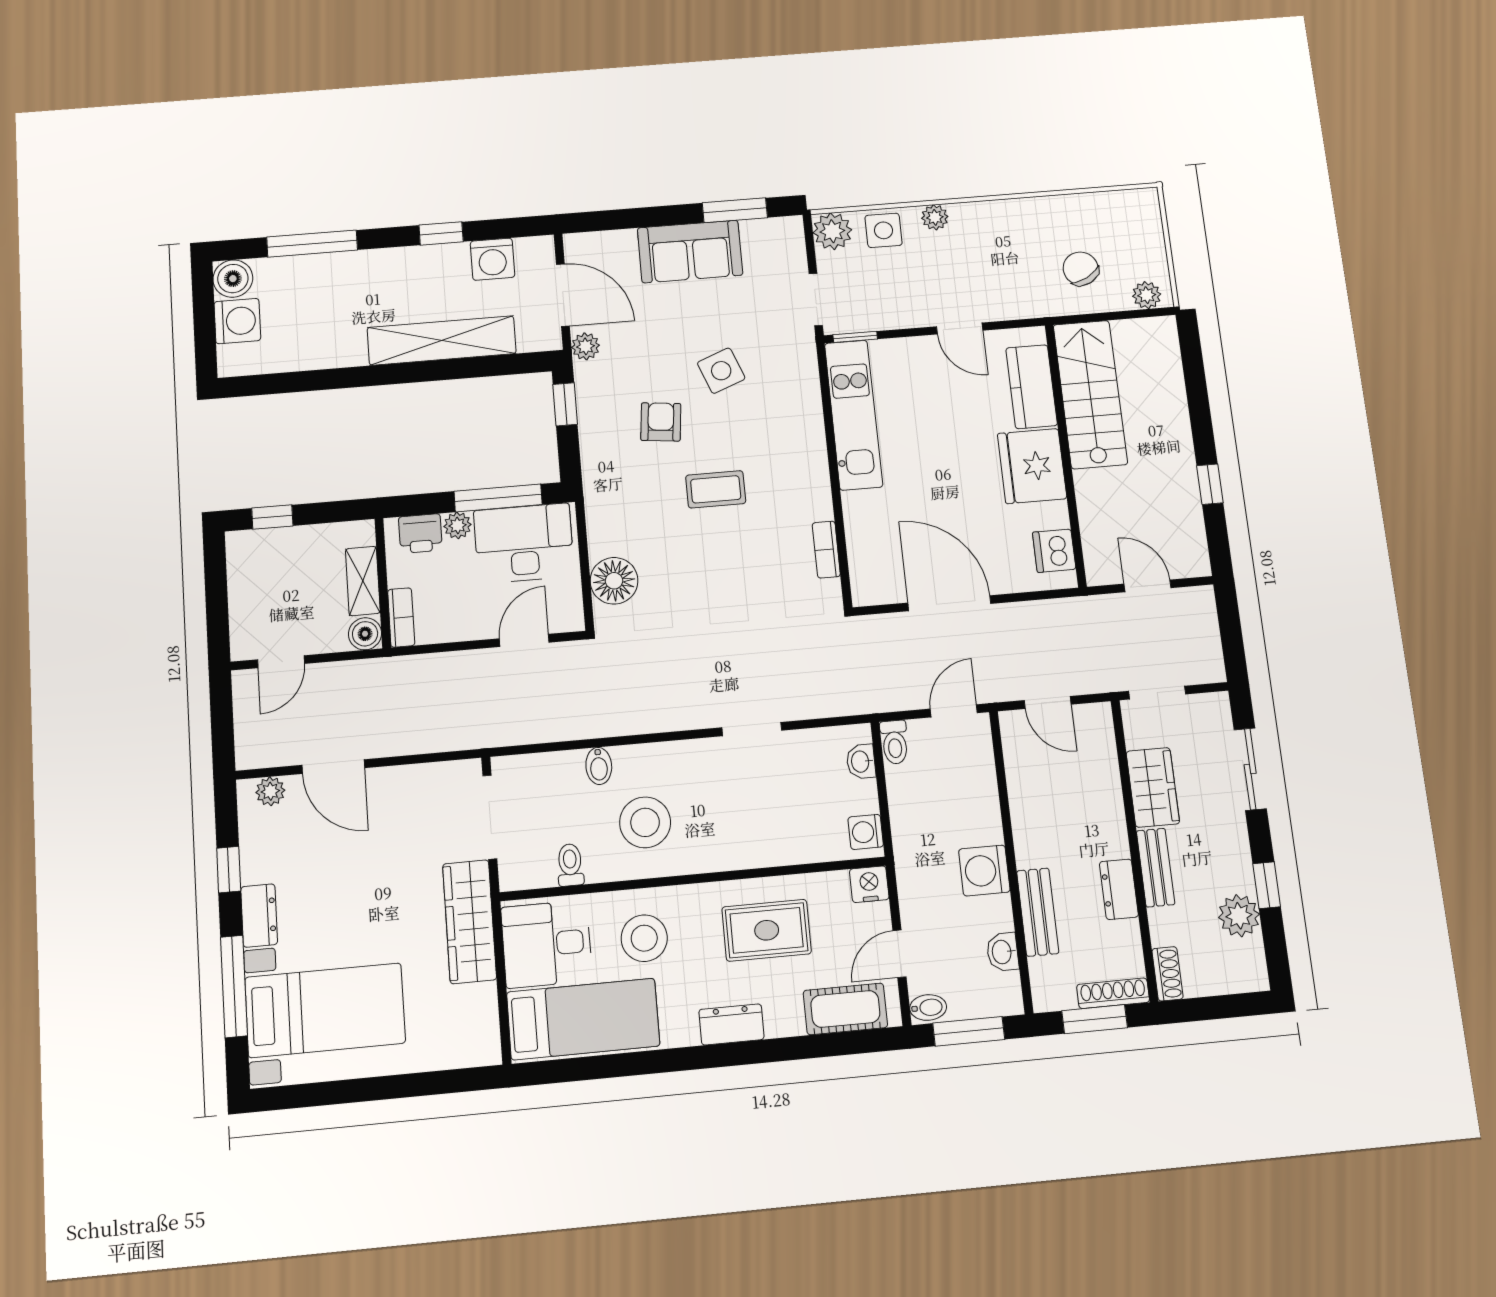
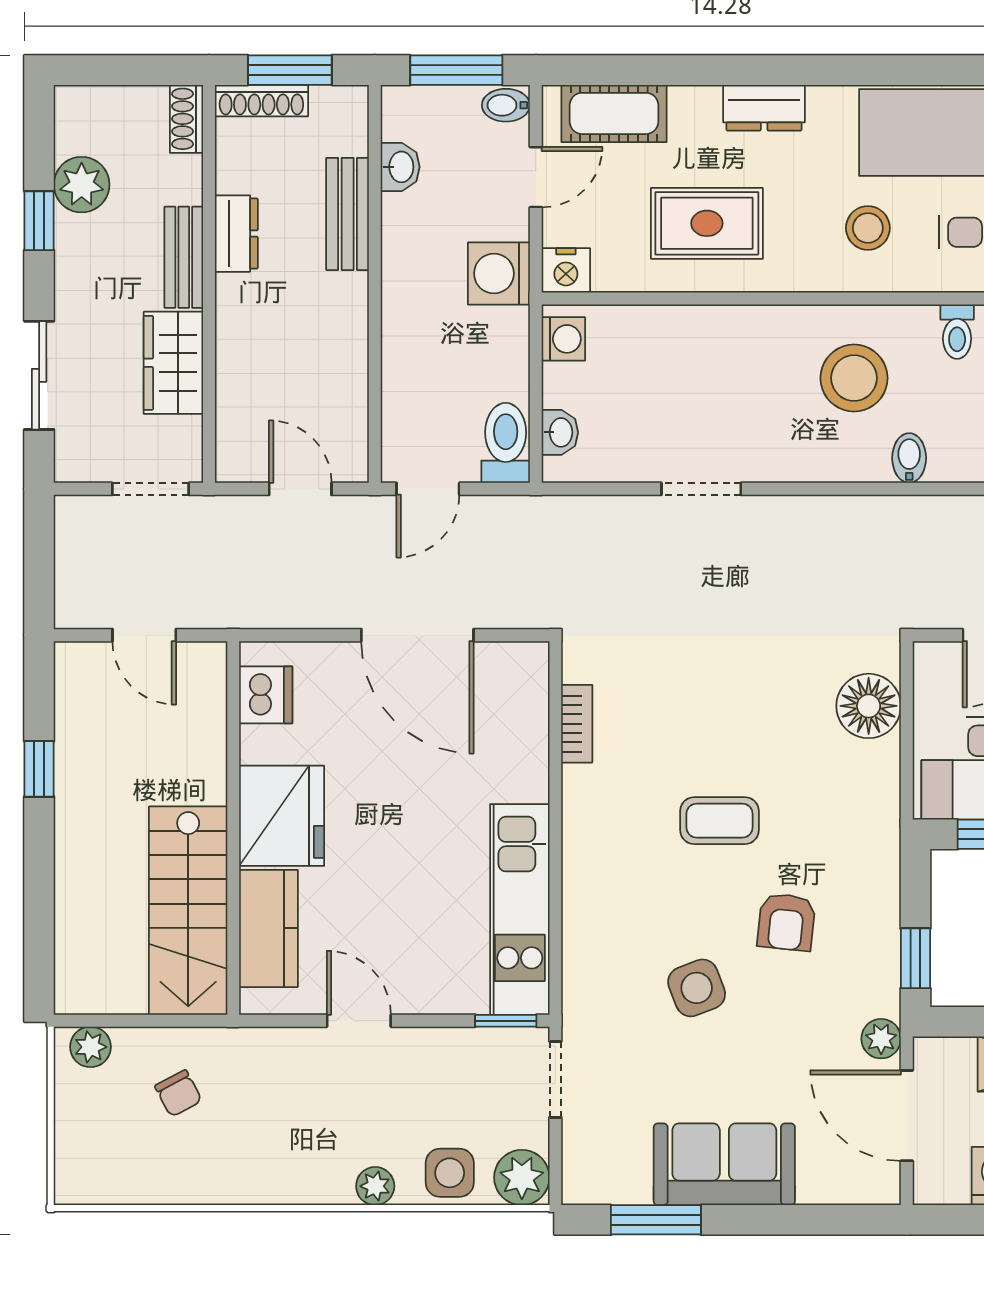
chair: (1081, 269) -> (178, 1093), width x0.73, depth x0.73
toilet: (894, 742) -> (506, 443), width x1.37, depth x1.39
washing machine: (984, 871) -> (499, 274), moved, turned 180
stool: (644, 938) -> (868, 228), width x0.73, depth x0.73

